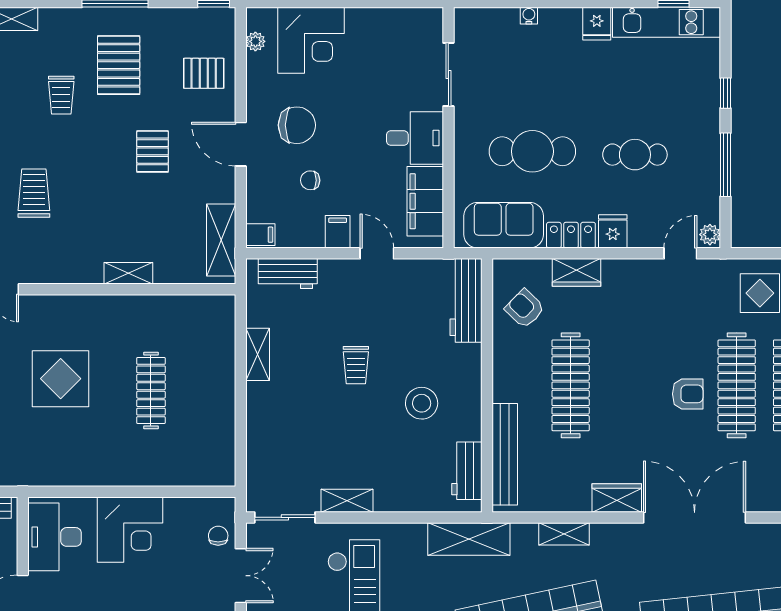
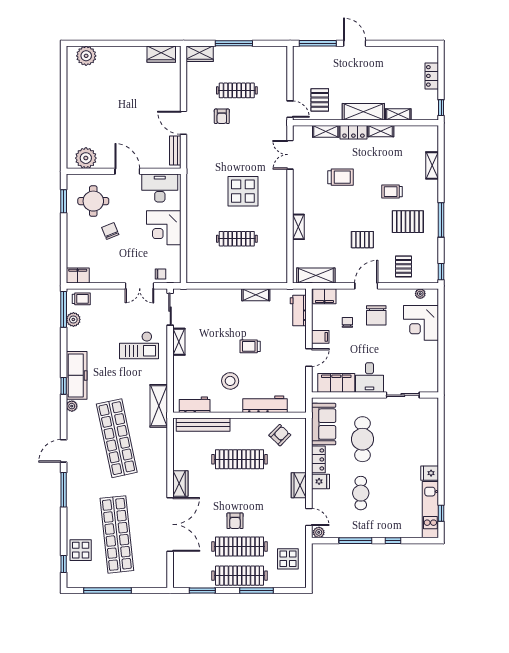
water cooler: (529, 16) -> (434, 437), removed
filing cabinet: (260, 235) -> (324, 296), width x2.00
wardrobe: (576, 272) -> (299, 485), moved
workbench: (466, 300) -> (265, 404), moved
shelving: (564, 534) -> (161, 456), removed

